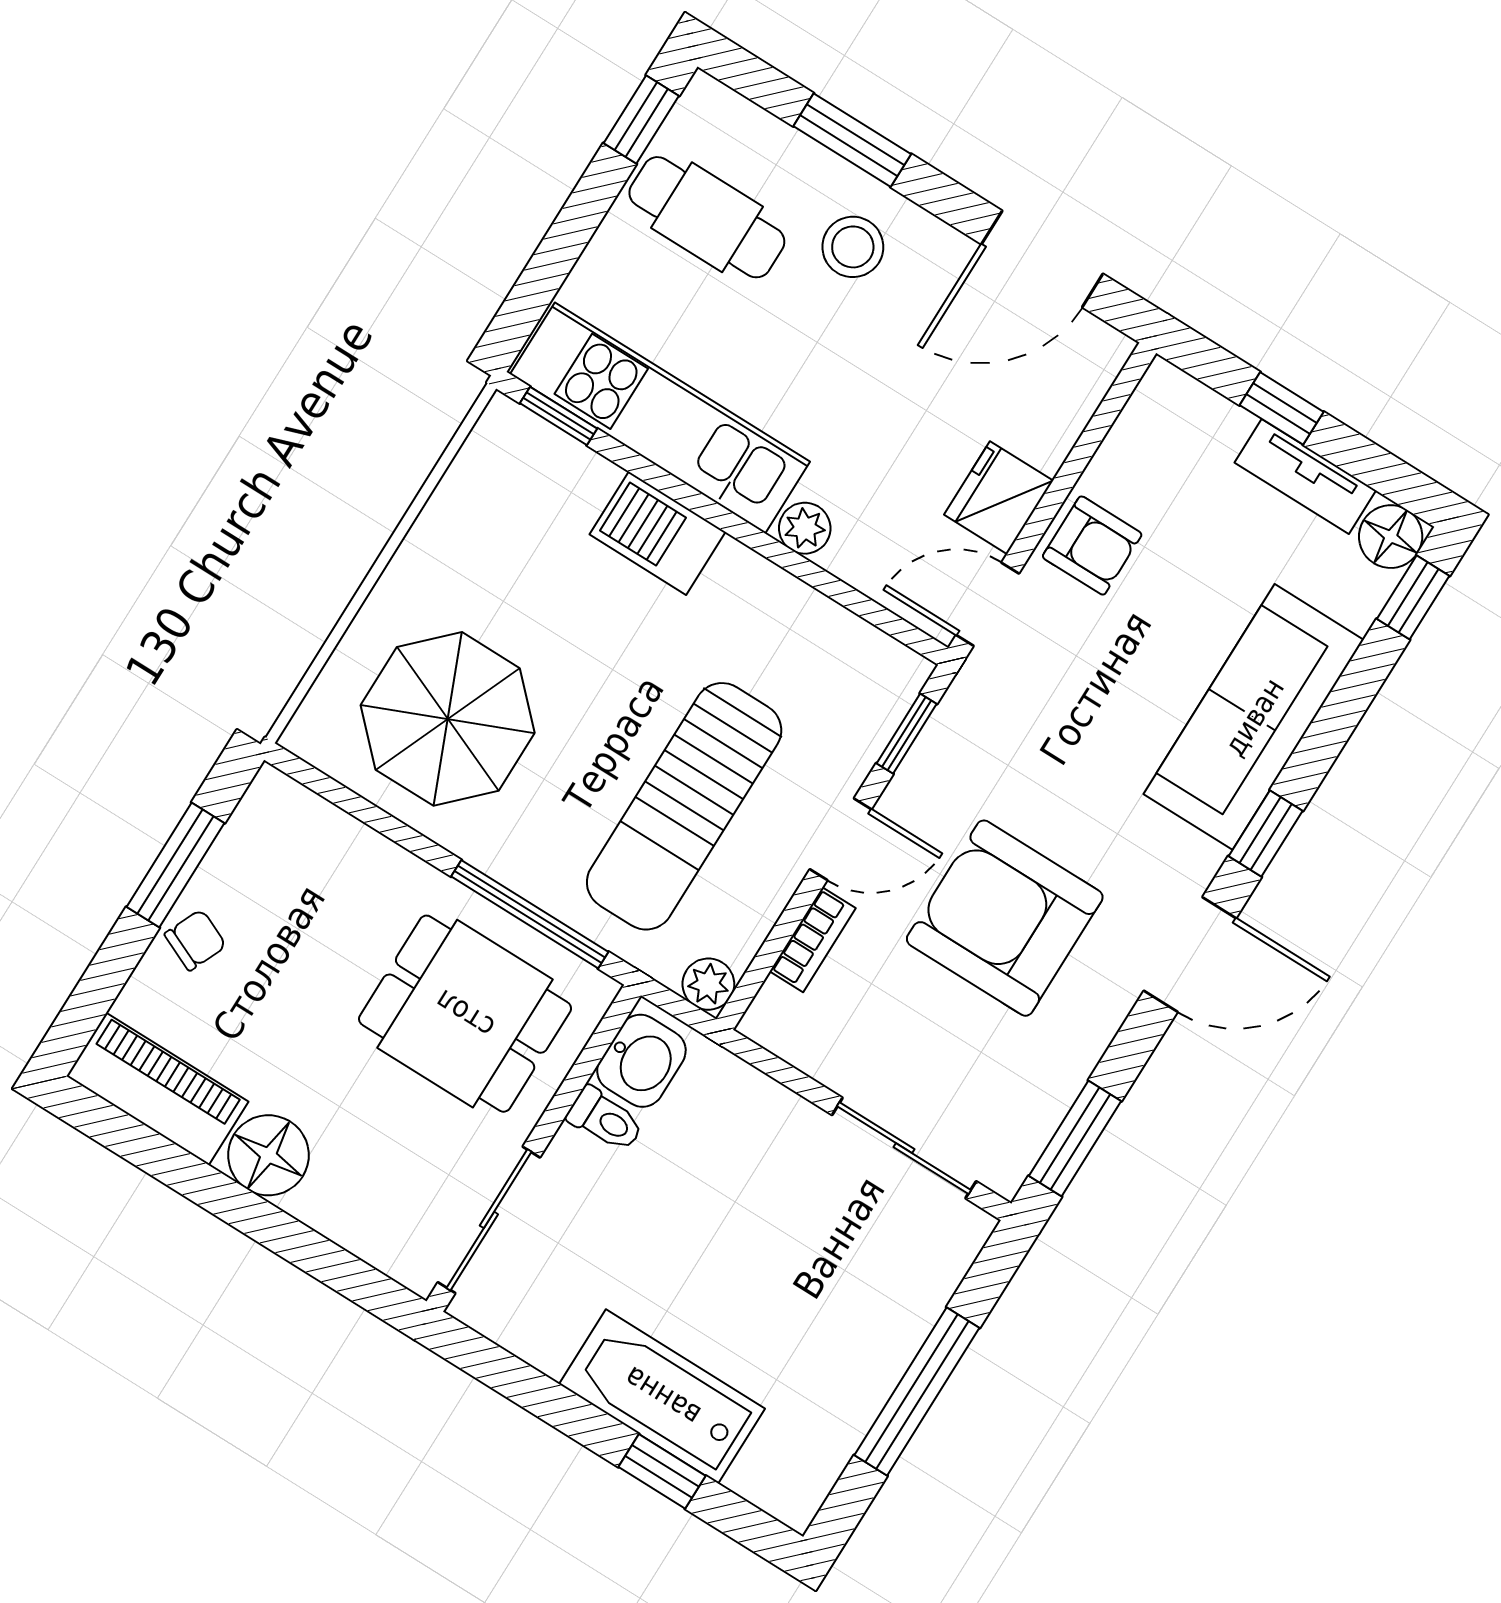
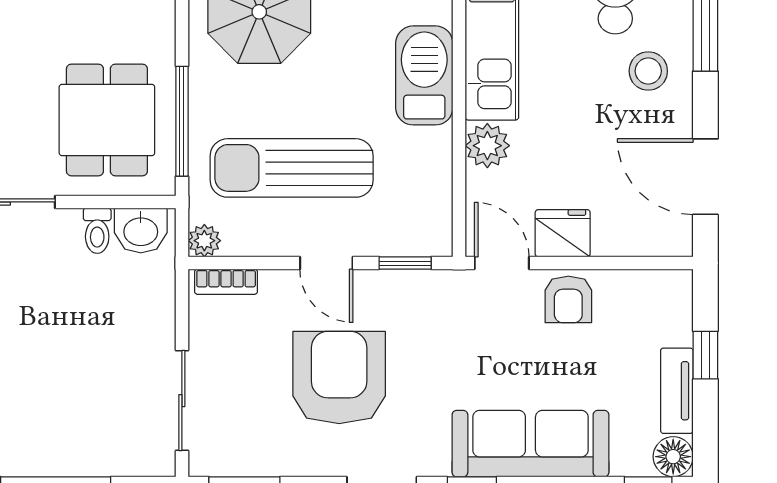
plant: (805, 528) -> (487, 146), width x1.38, depth x1.38
barbecue: (657, 533) -> (424, 75), width x1.37, depth x1.21
bookcase: (813, 940) -> (226, 282), moved

